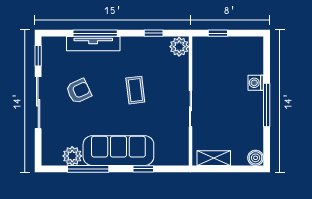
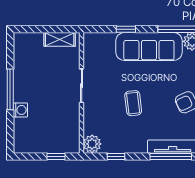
boiler: (256, 158) -> (21, 40), removed

